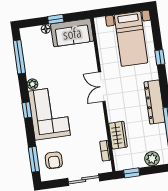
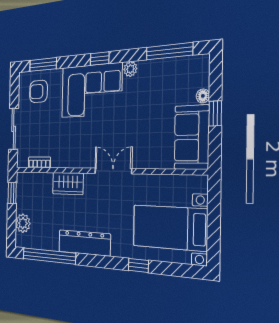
wardrobe: (118, 135) -> (68, 183), moved

